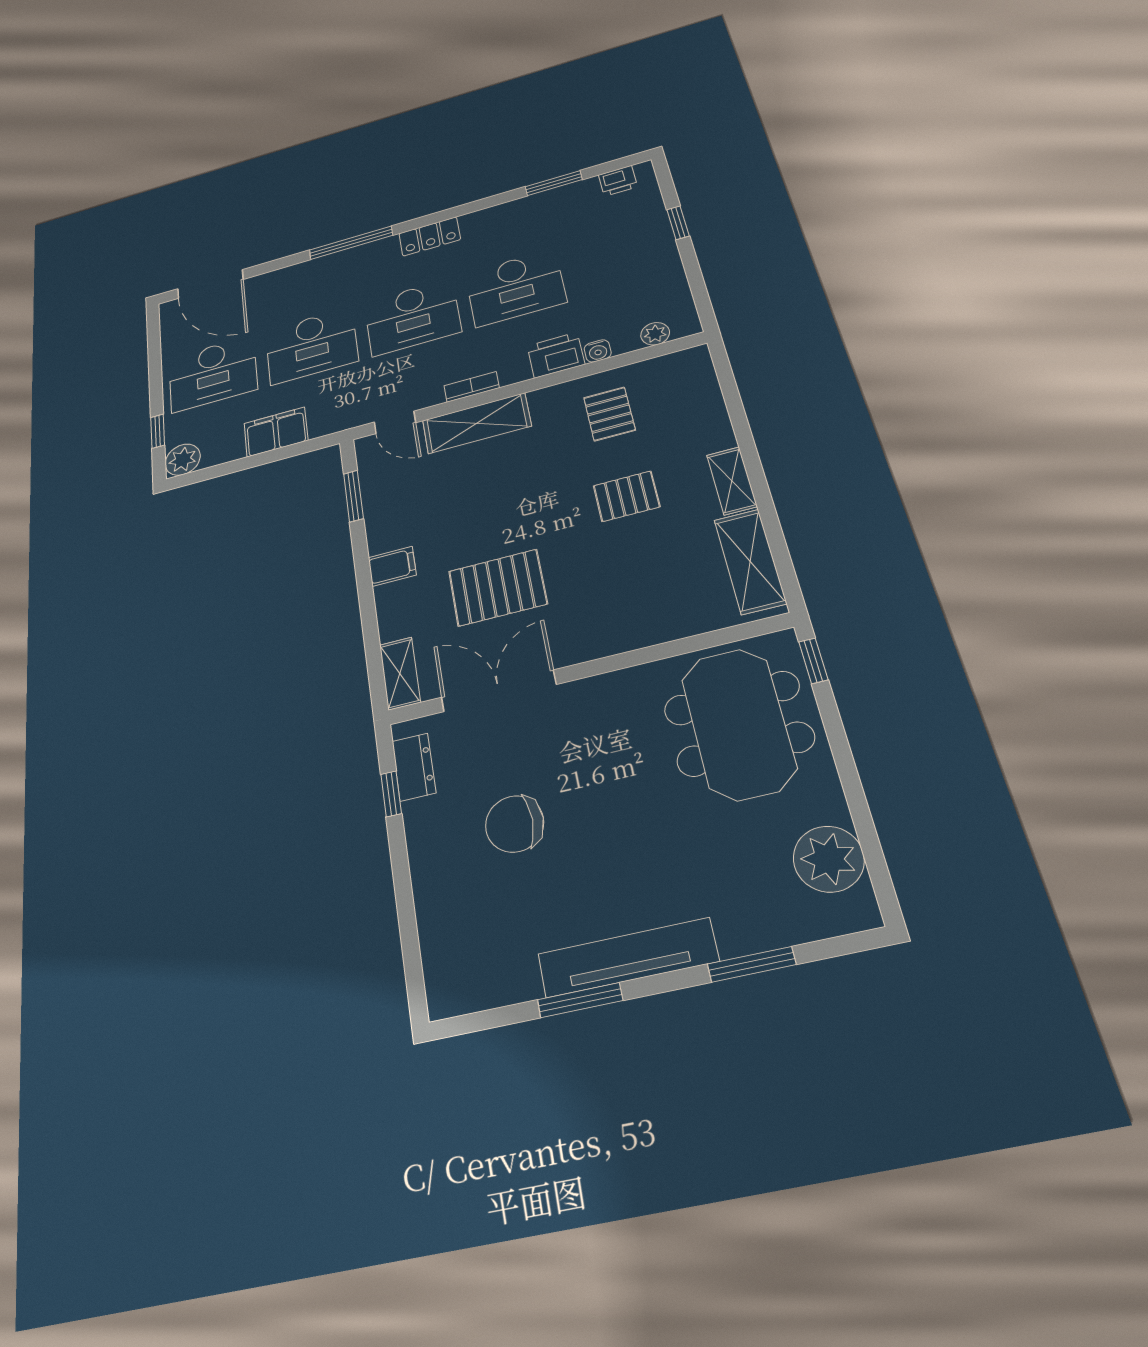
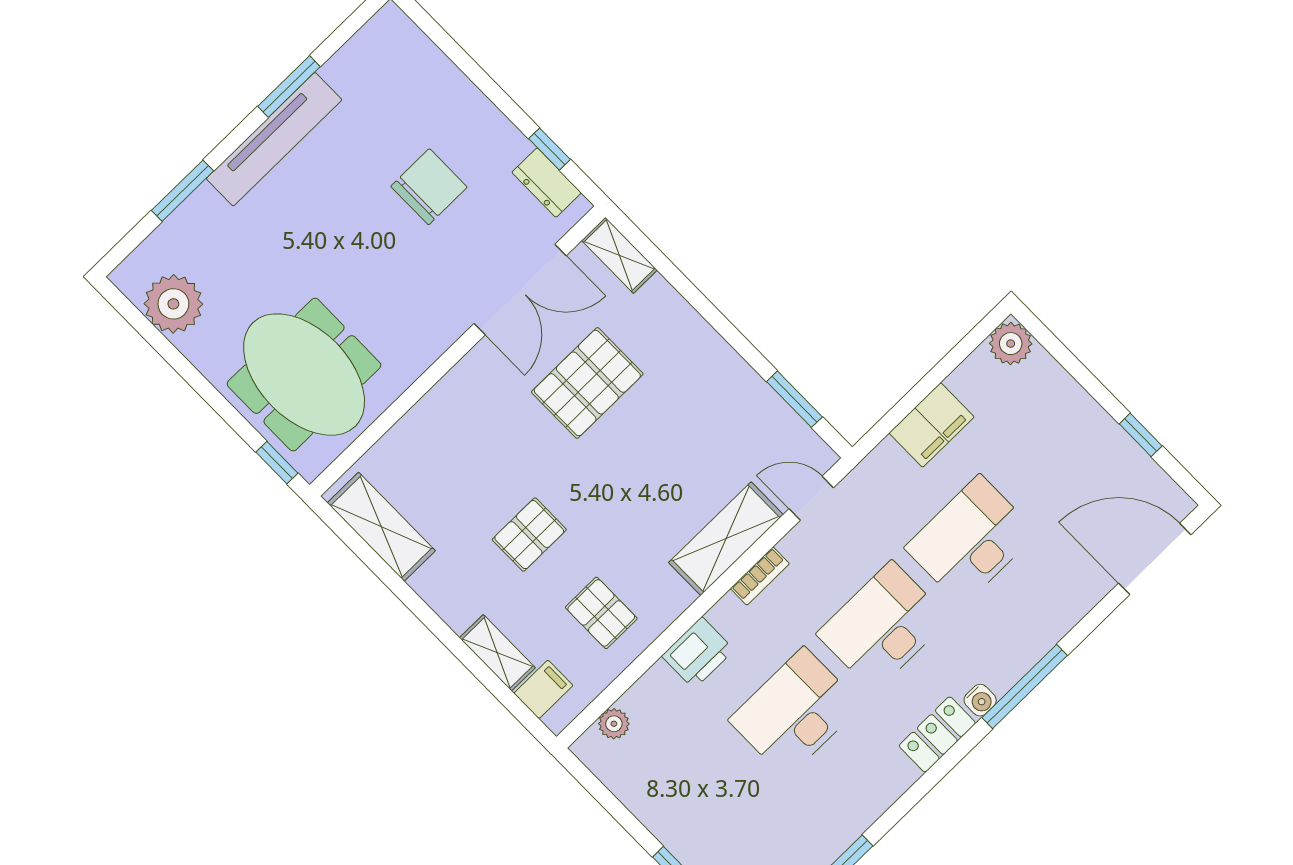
water cooler: (598, 351) -> (980, 700), moved, turned 180
desk: (213, 374) -> (1059, 454), removed
window: (158, 431) -> (1141, 435), moved
shelving: (732, 481) -> (497, 653), moved
filing cabinet: (392, 566) -> (543, 689), moved, turned 180

